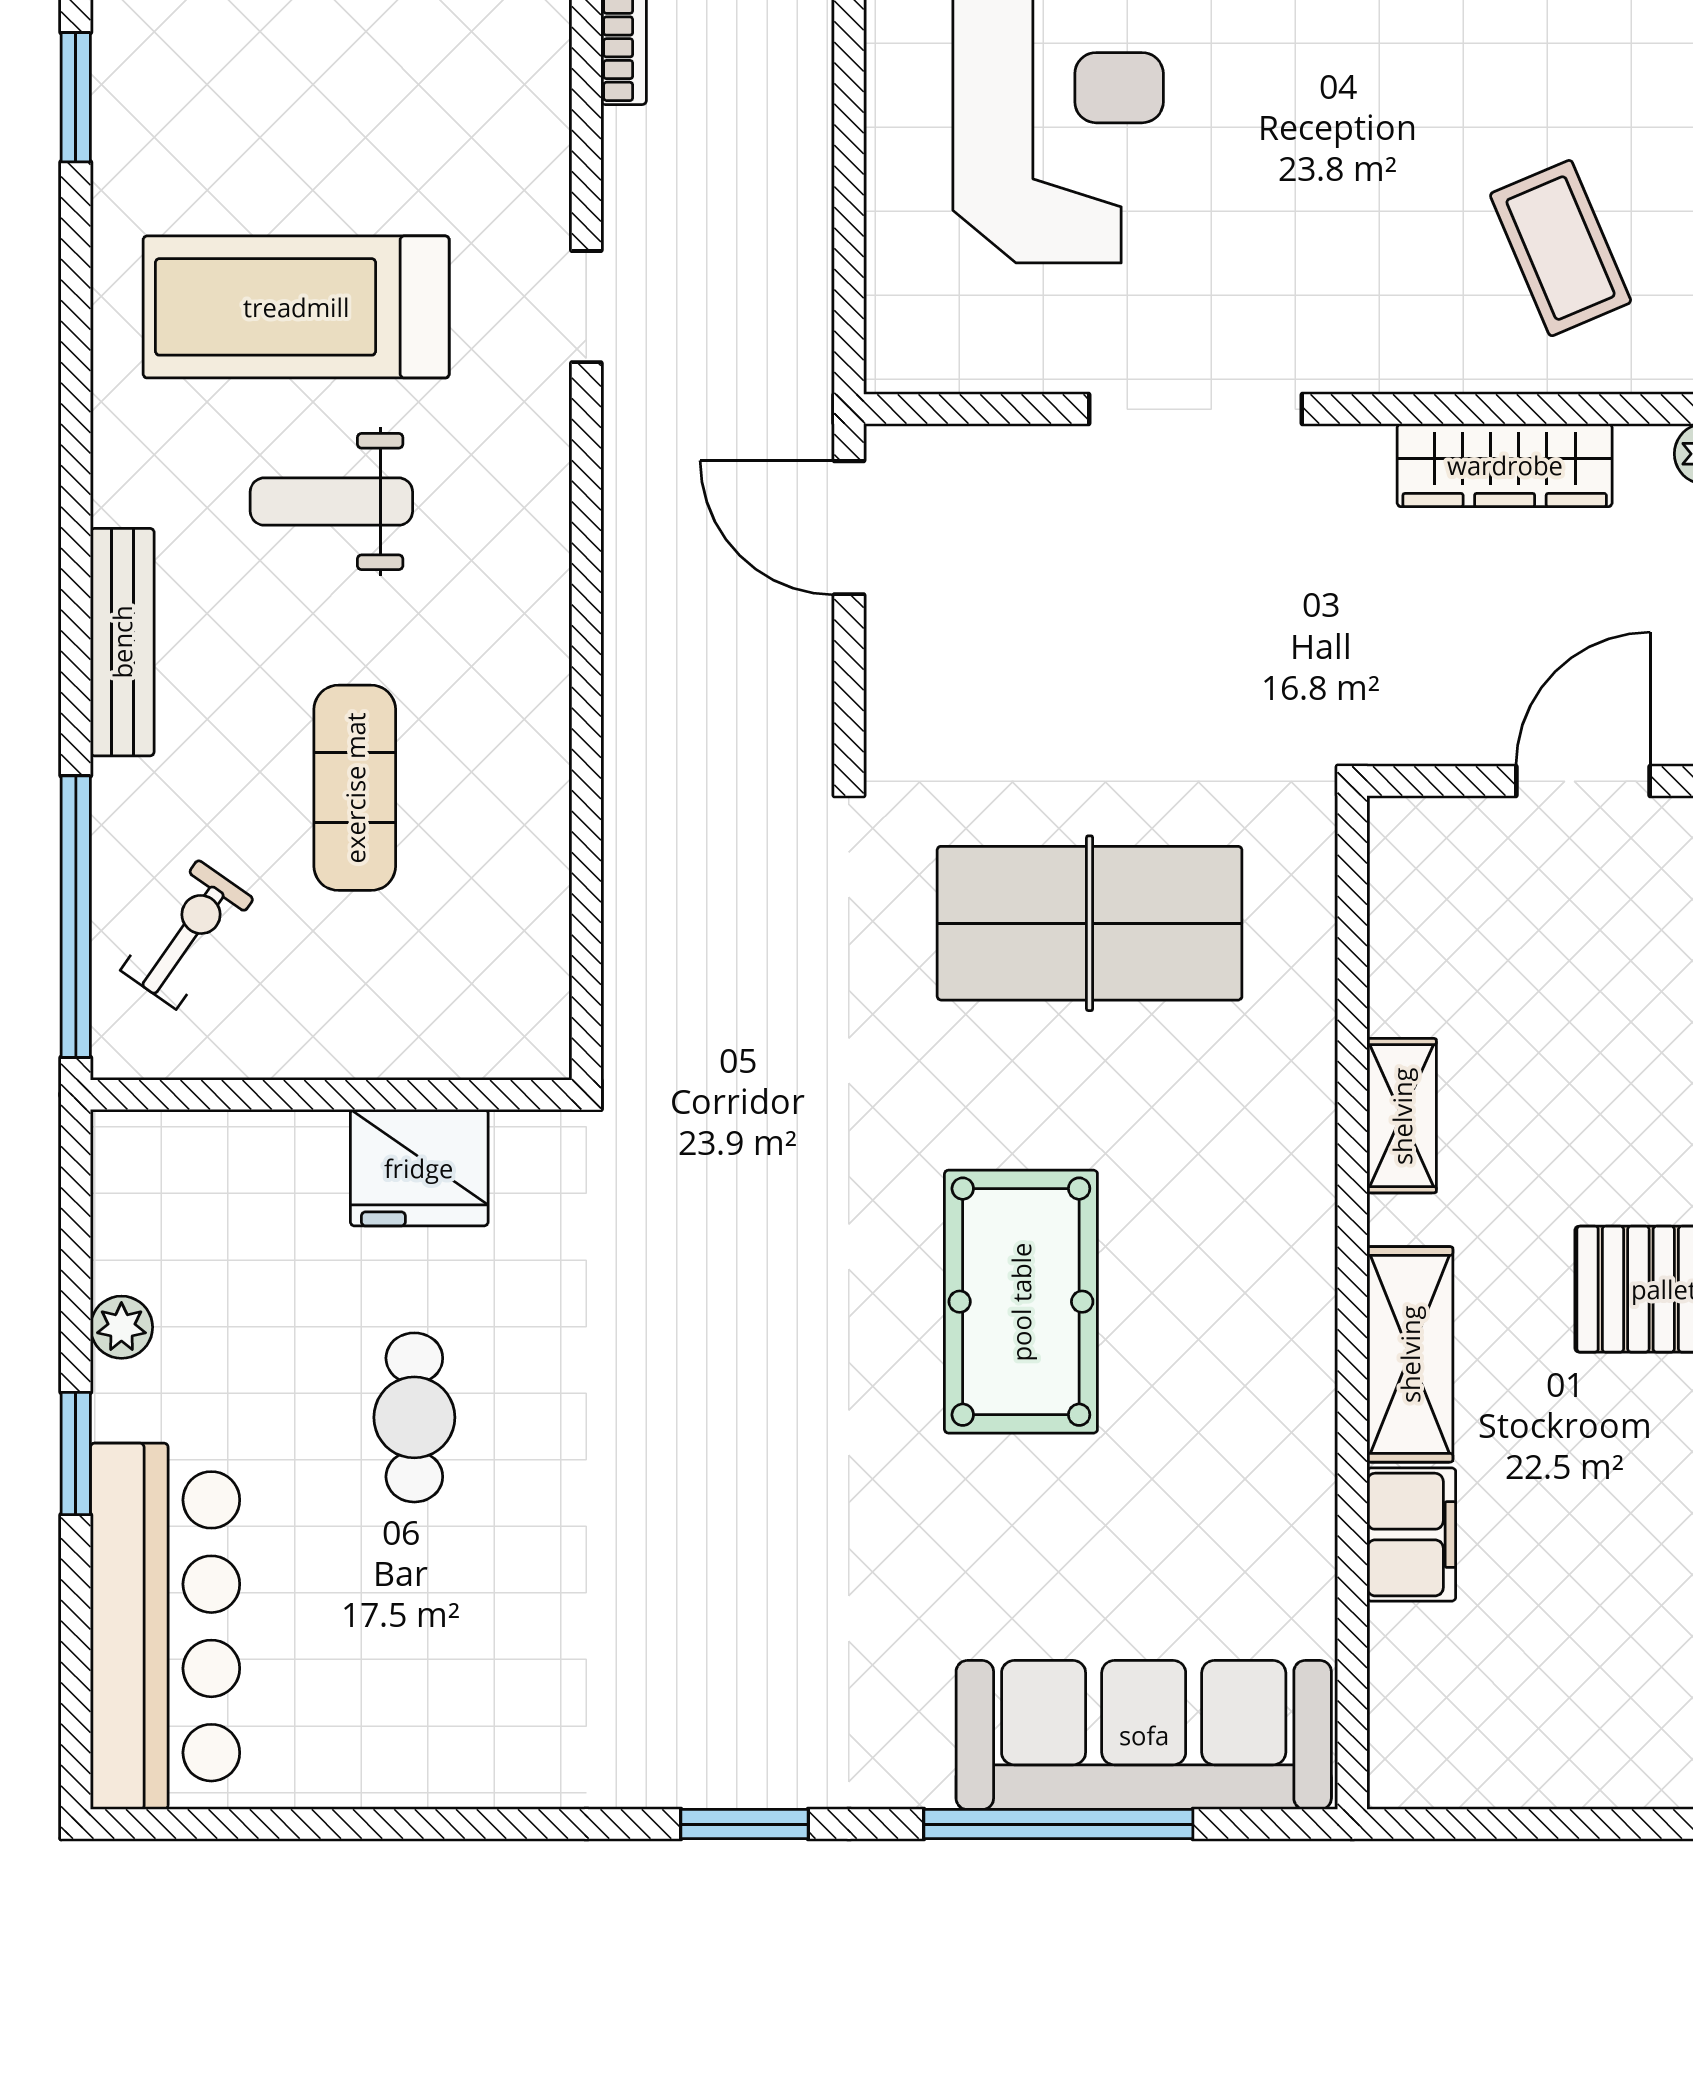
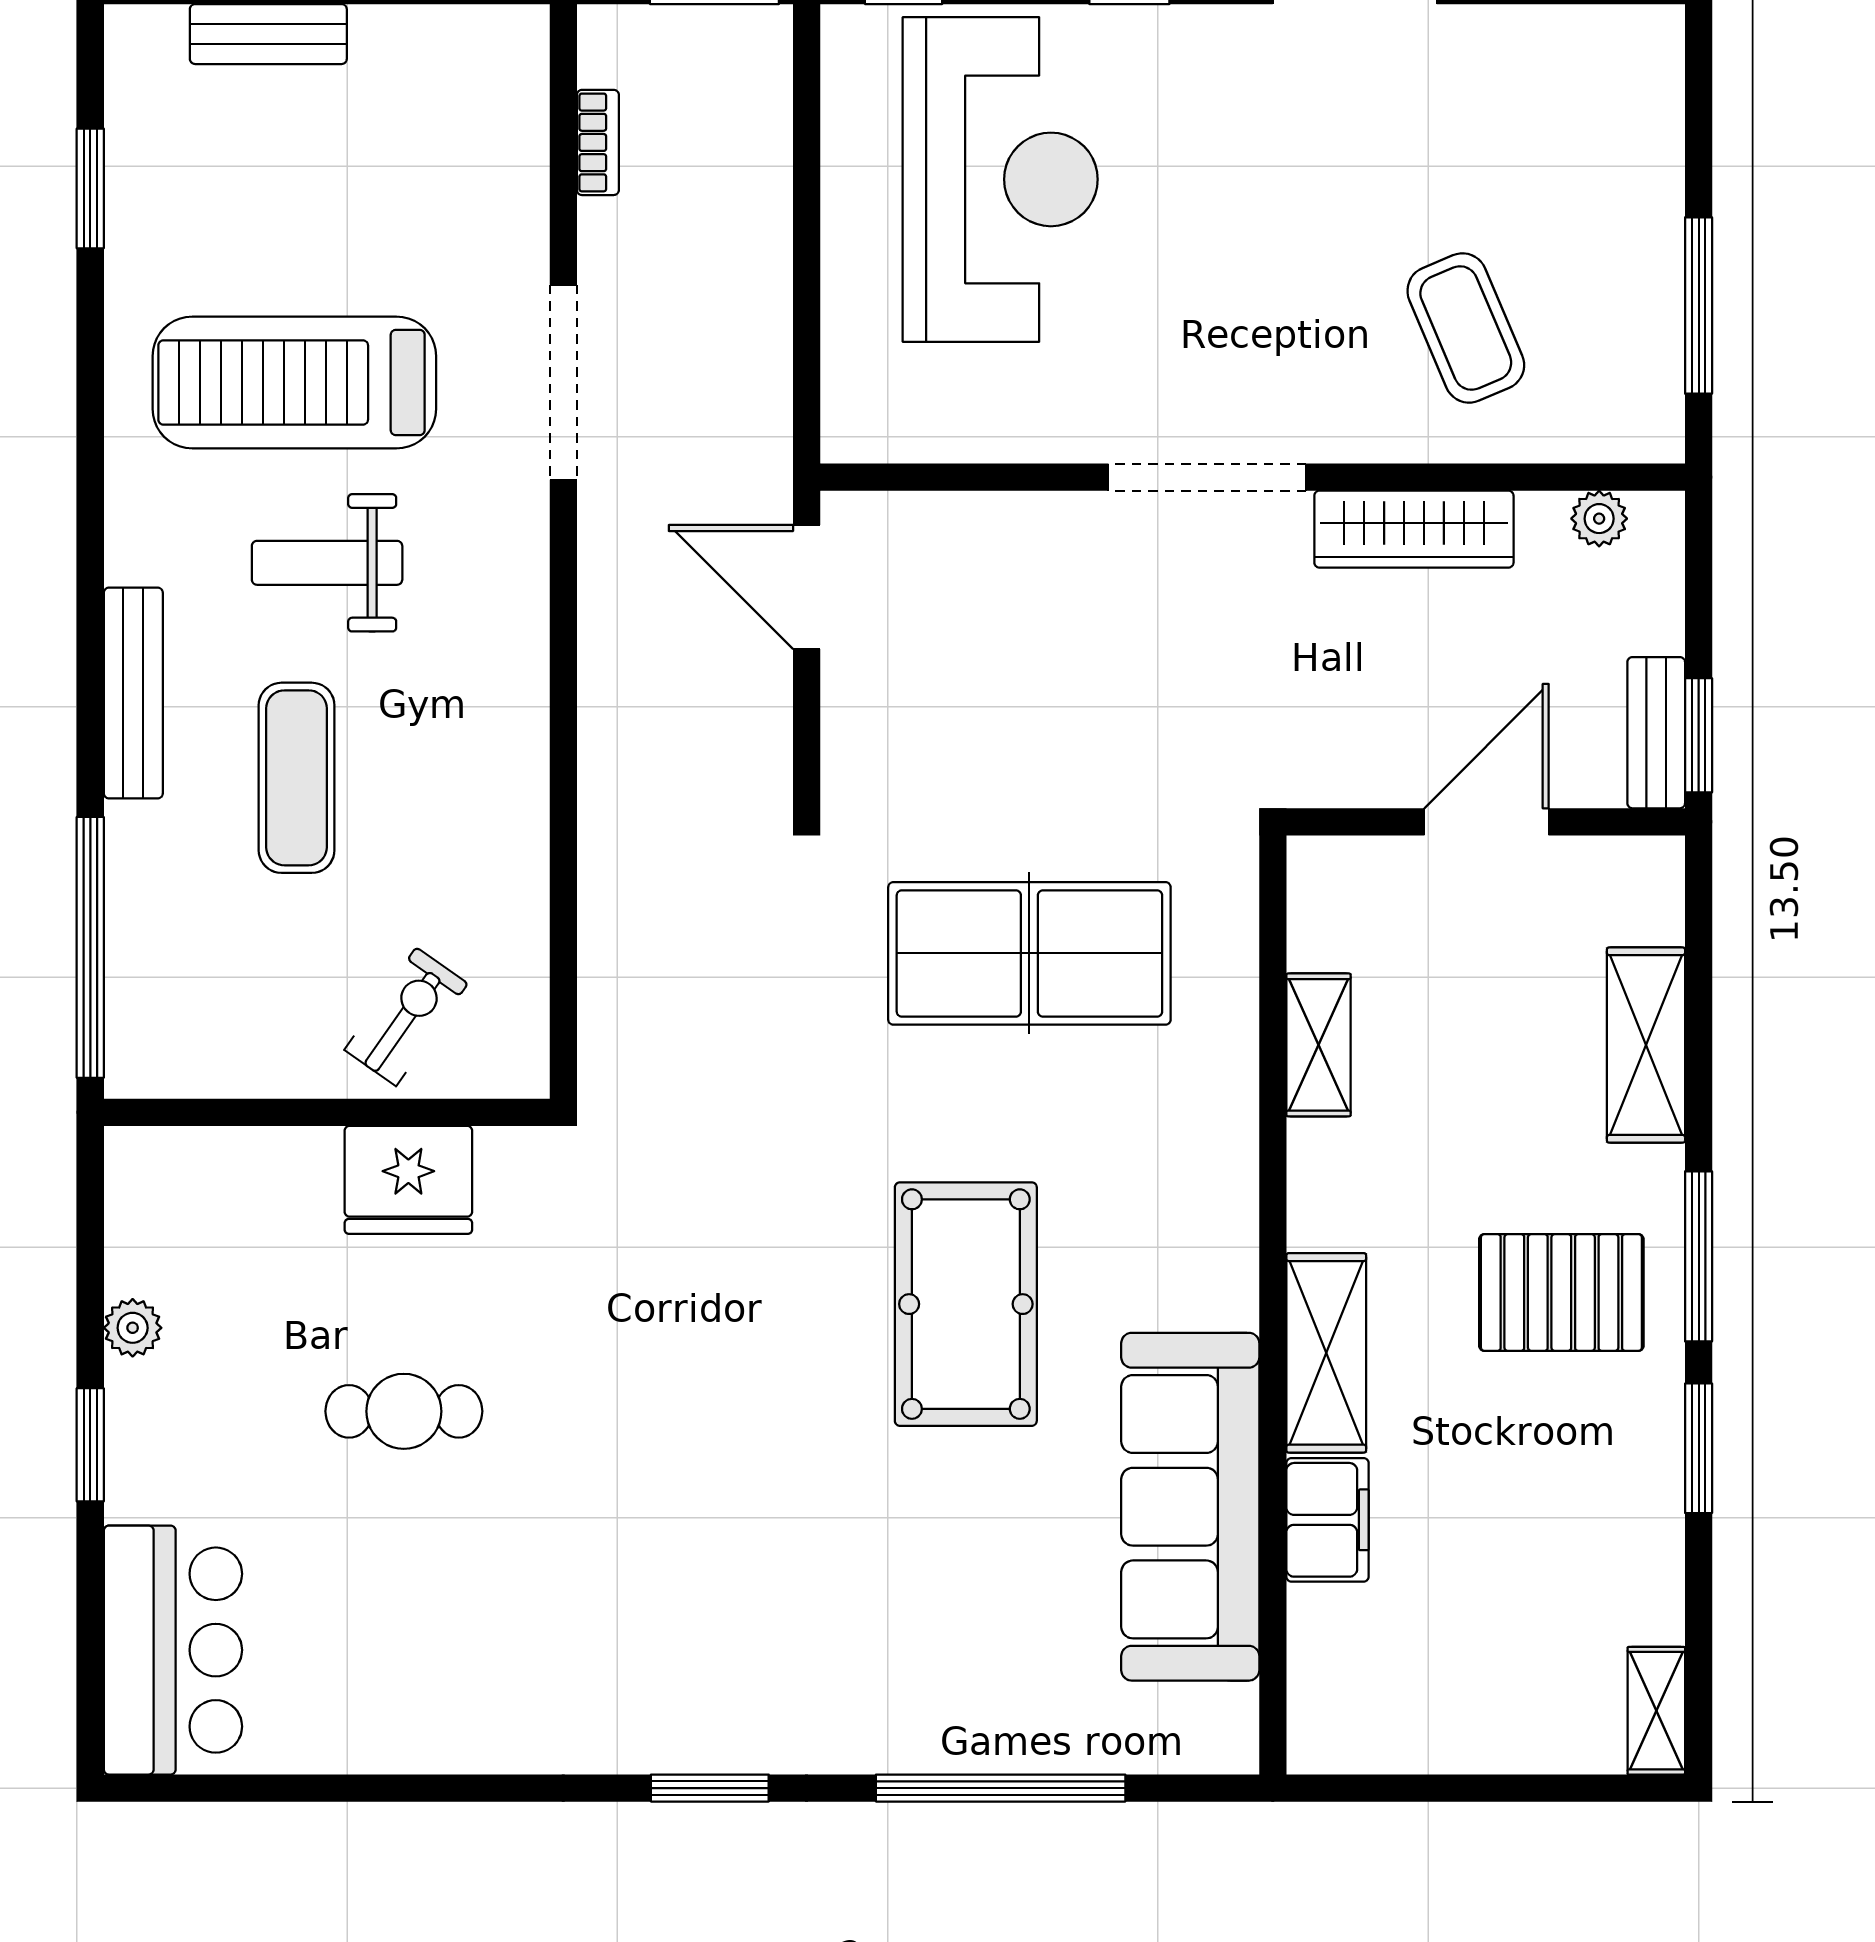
doorway: (586, 307) -> (563, 382), width x1.87
doorway: (1196, 409) -> (1207, 477), moved
exercise mat: (355, 788) -> (297, 778), moved
exercise bike: (187, 934) -> (406, 1017), moved
shelving: (1402, 1116) -> (1318, 1045), moved
cafe table: (414, 1417) -> (404, 1411), turned 90
bar counter: (165, 1626) -> (173, 1650), width x0.73
sofa: (1144, 1735) -> (1190, 1507), moved, turned -90

